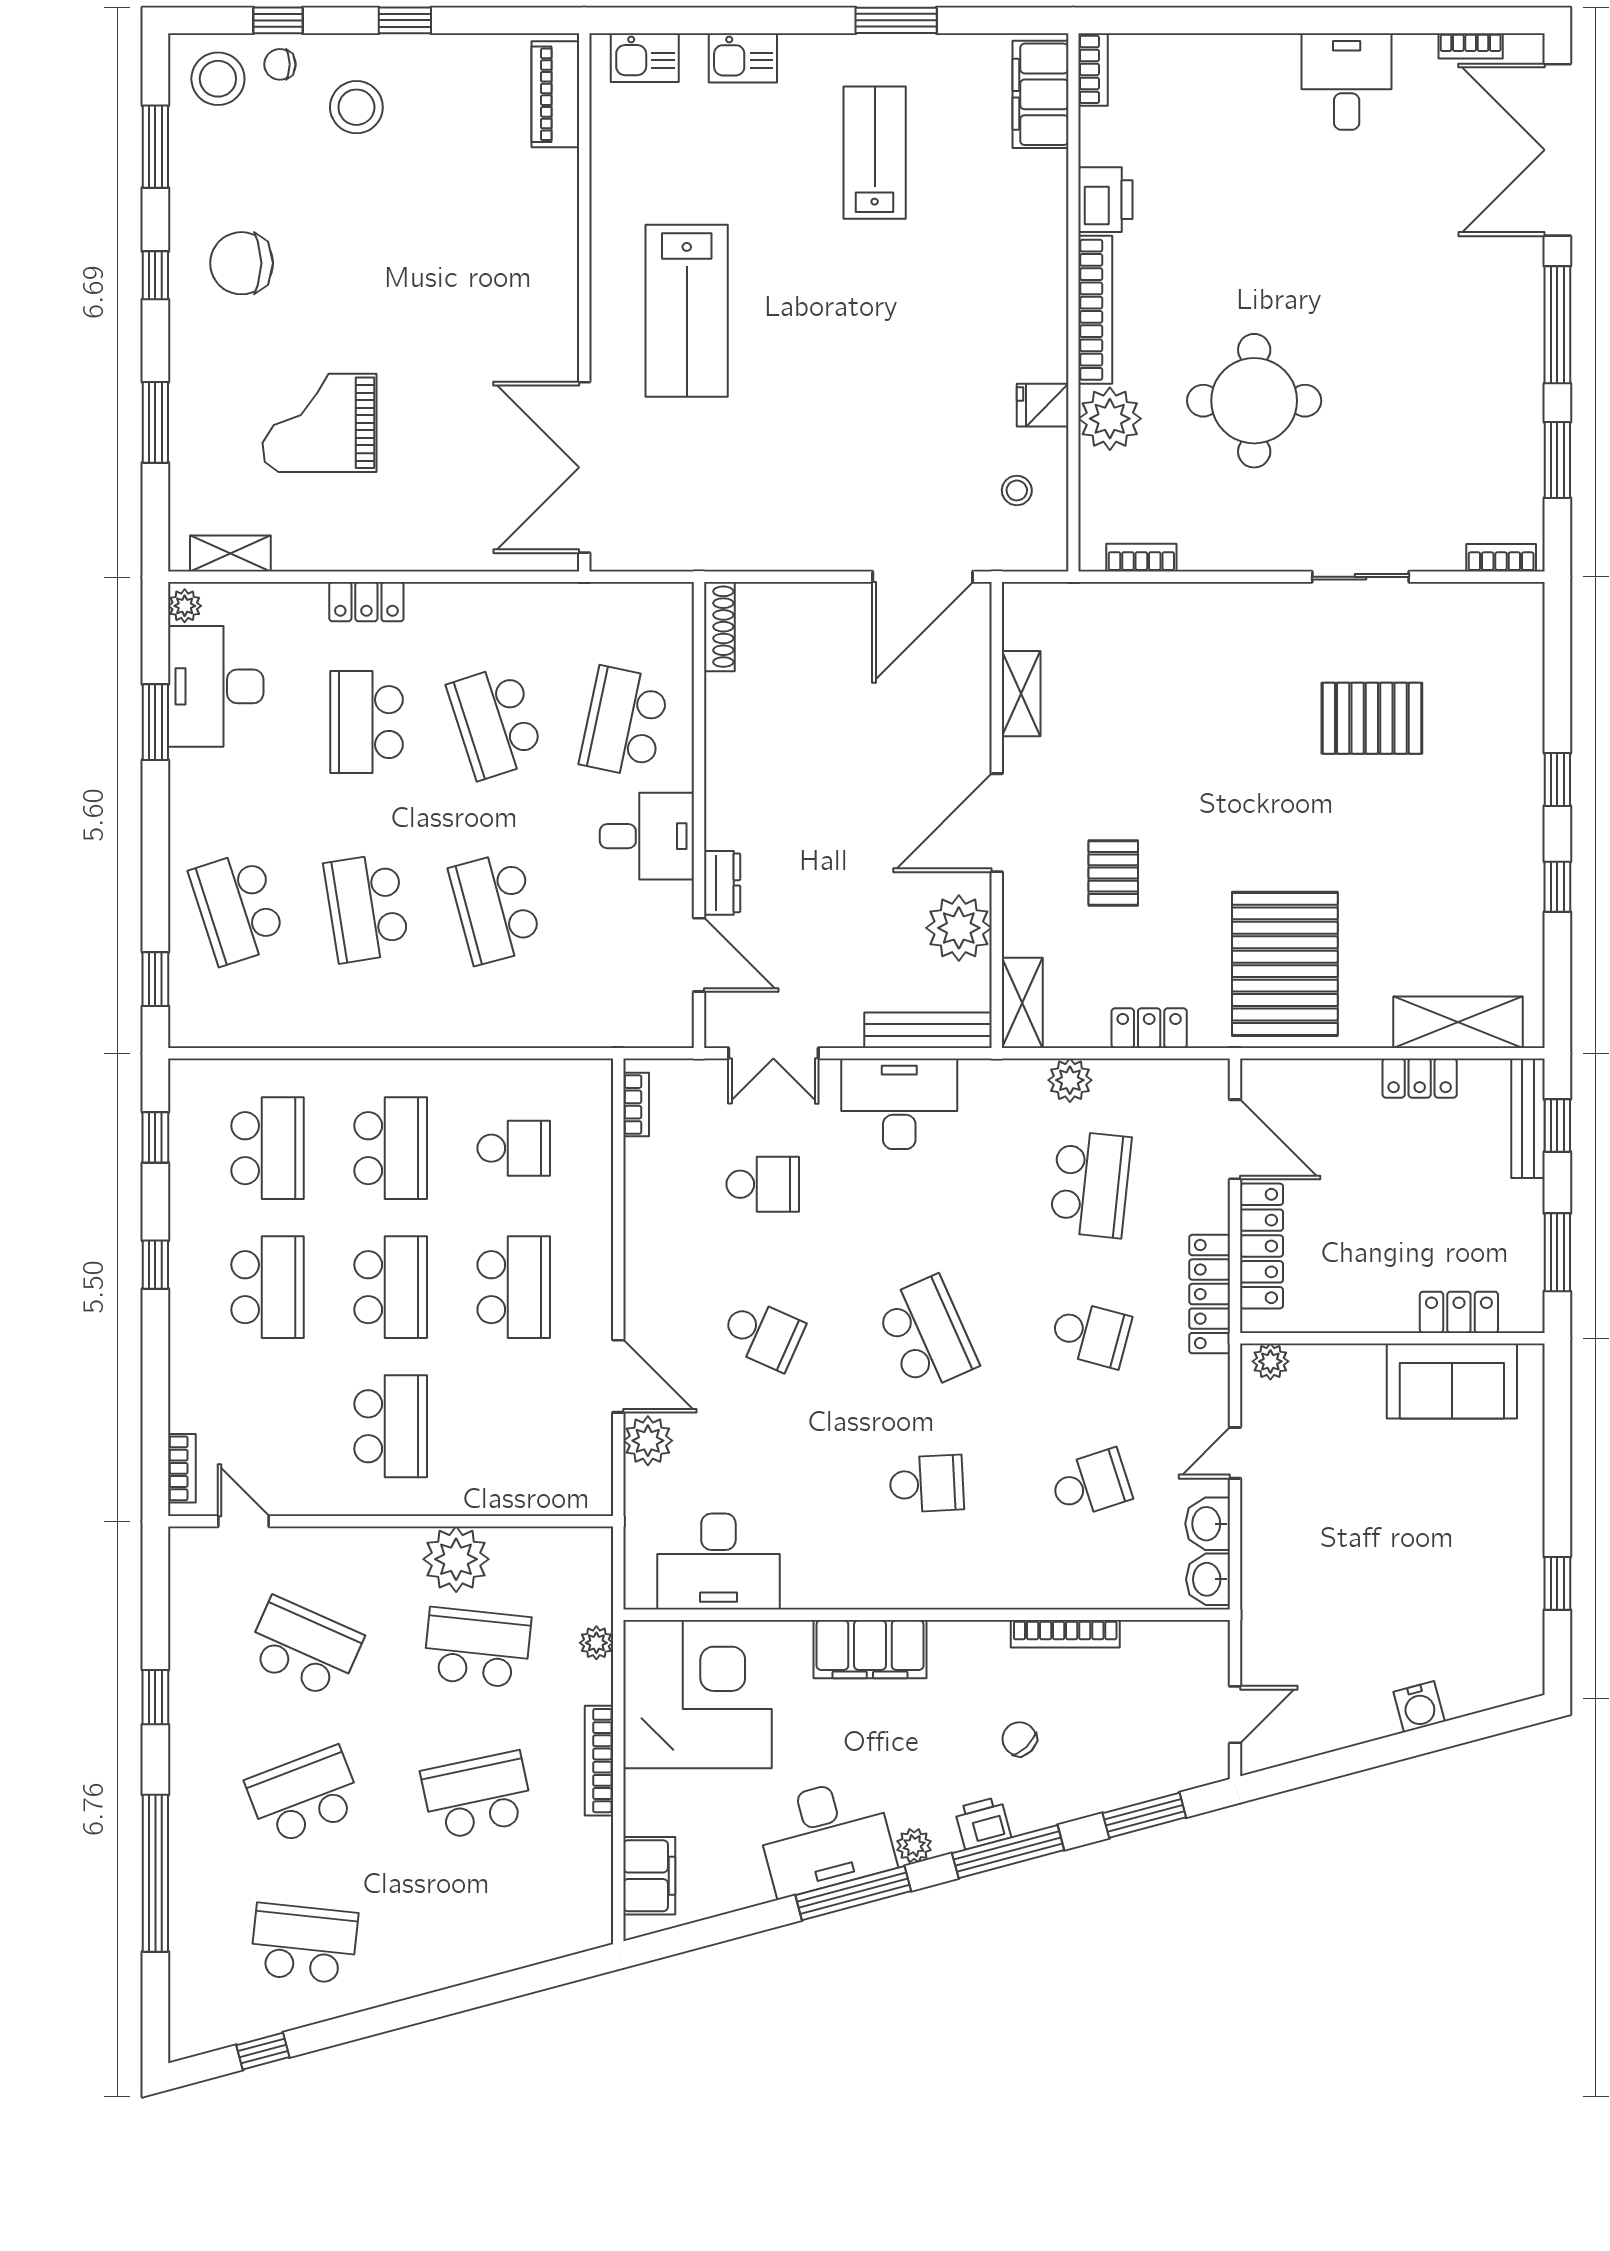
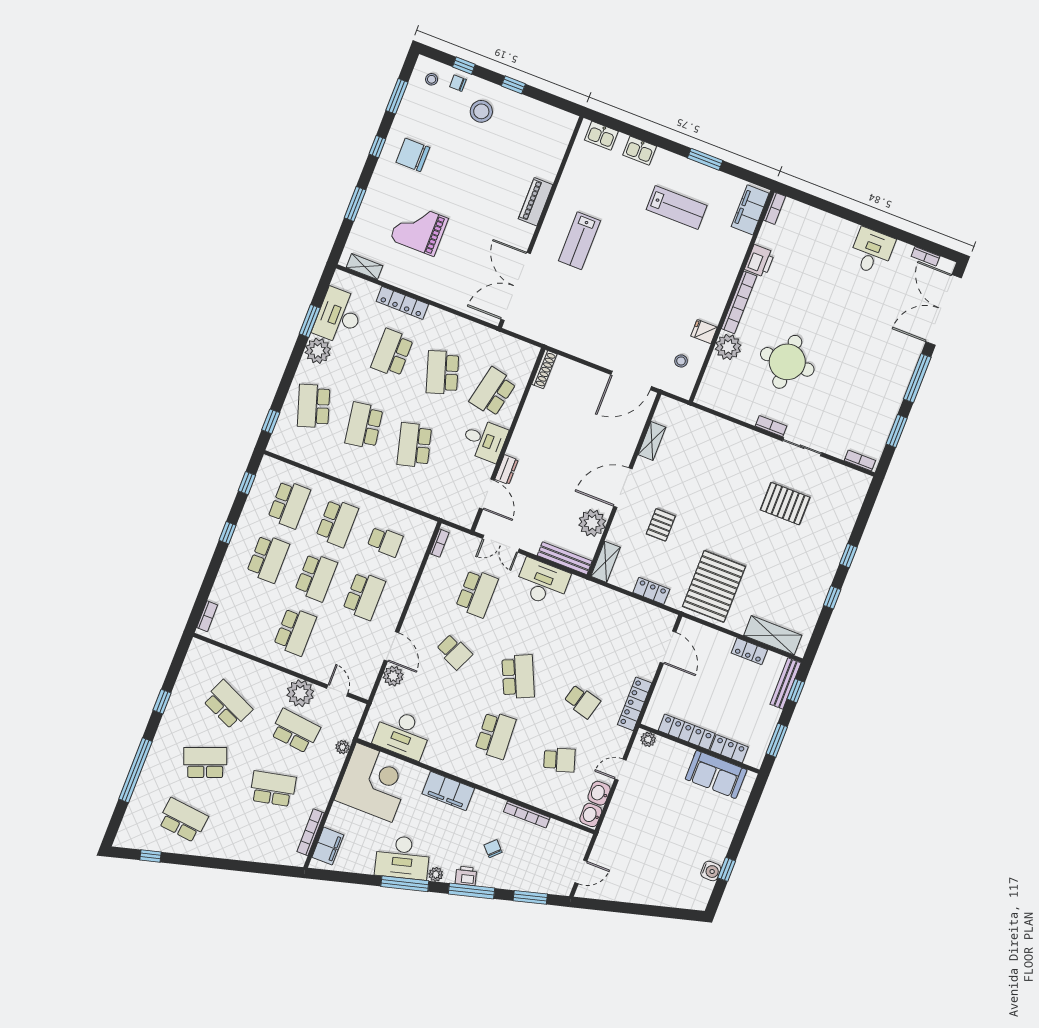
stool: (218, 79) -> (432, 79), width x0.53, depth x0.53
piano: (555, 94) -> (536, 202), moved
lab bench: (875, 153) -> (677, 208), turned 90
lab bench: (687, 311) -> (579, 241), width x0.73, depth x0.72
bookcase: (1141, 558) -> (771, 426), moved
locker: (366, 602) -> (402, 303), width x1.53
plant: (185, 606) -> (318, 351), moved, width x1.88, depth x1.88
plant: (1070, 1080) -> (612, 599), removed
school desk: (763, 1184) -> (477, 593), width x1.85
school desk: (1091, 1184) -> (605, 643), removed
locker: (1262, 1246) -> (687, 732), moved, turned -90
school desk: (927, 1484) -> (495, 735), width x1.85
door: (243, 1521) -> (337, 691), moved
water cooler: (1419, 1707) -> (711, 871), moved, turned -75
bookcase: (599, 1761) -> (311, 832), moved

